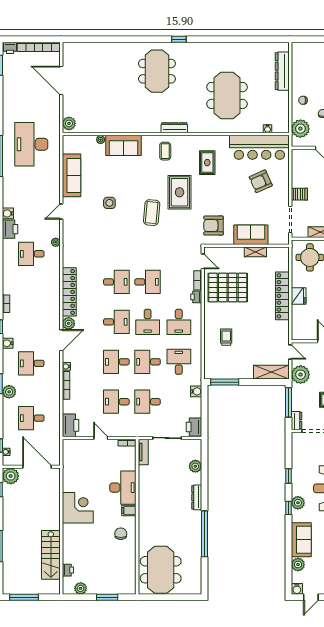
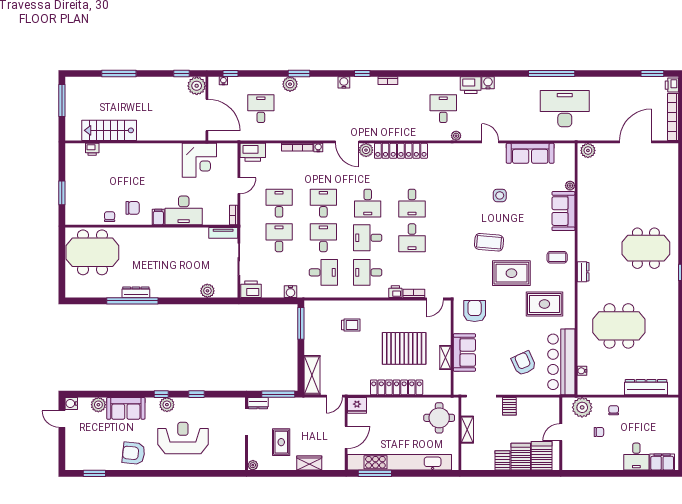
dresser: (174, 128) -> (583, 272), width x0.70
rug: (207, 163) -> (544, 304), width x1.36, depth x1.43
pallet: (228, 288) -> (404, 348), moved, turned 90
fridge: (299, 296) -> (357, 405), moved
desk: (31, 363) -> (322, 109), removed
plant: (301, 375) -> (309, 407), removed
door: (37, 467) -> (207, 115), hinge flipped
dresser: (197, 497) -> (136, 292), moved
corner desk: (78, 508) -> (199, 160), moved
chair: (129, 554) -> (110, 217), added
plant: (81, 588) -> (72, 163), removed

